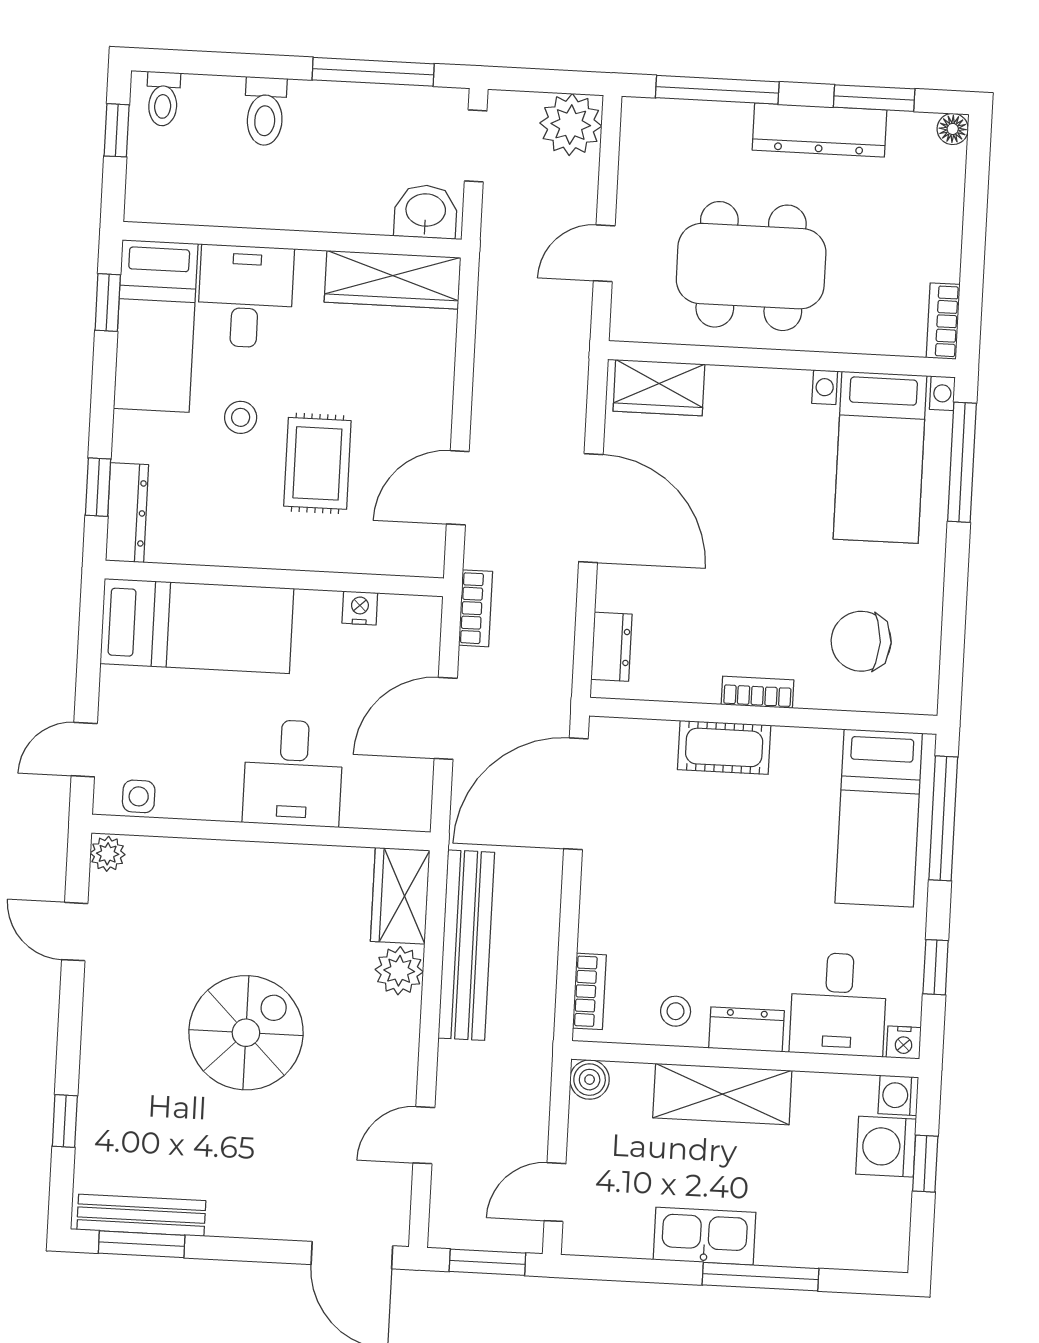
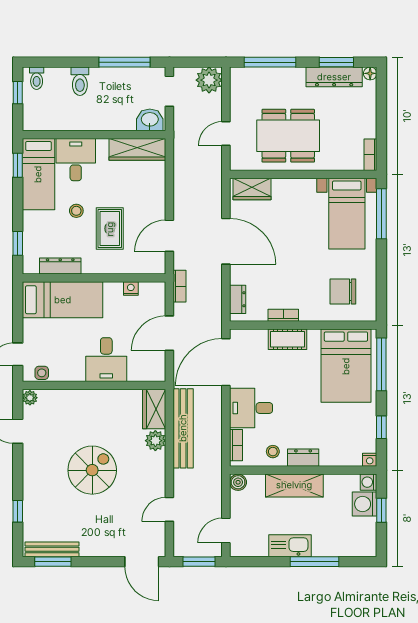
dresser: (820, 130) -> (334, 77), moved
dresser: (127, 513) -> (60, 266), moved, turned -90
bookcase: (757, 692) -> (283, 315), moved
bed: (879, 818) -> (346, 366), width x1.50
desk: (838, 1004) -> (251, 408), moved, turned 90

